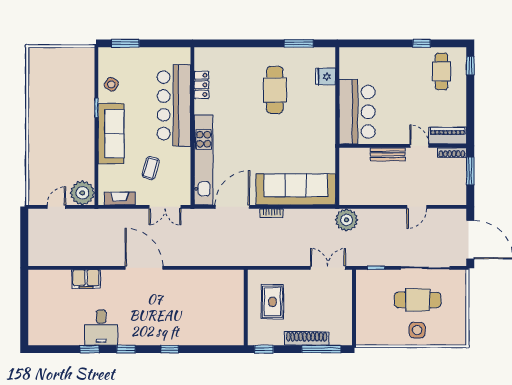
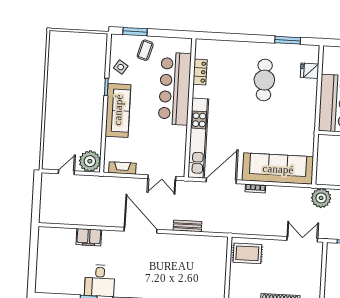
coffee table: (151, 168) -> (145, 50), moved
bench: (197, 260) -> (187, 226), added
rug: (272, 302) -> (247, 253), moved, turned 90

